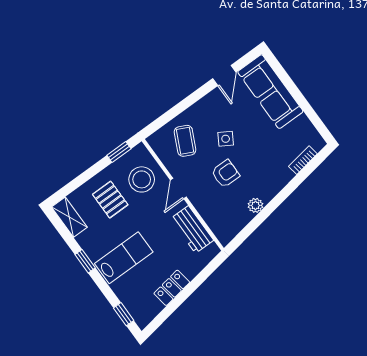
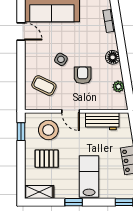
floor lamp: (267, 191) -> (113, 57), added
plant: (255, 205) -> (118, 86), moved

